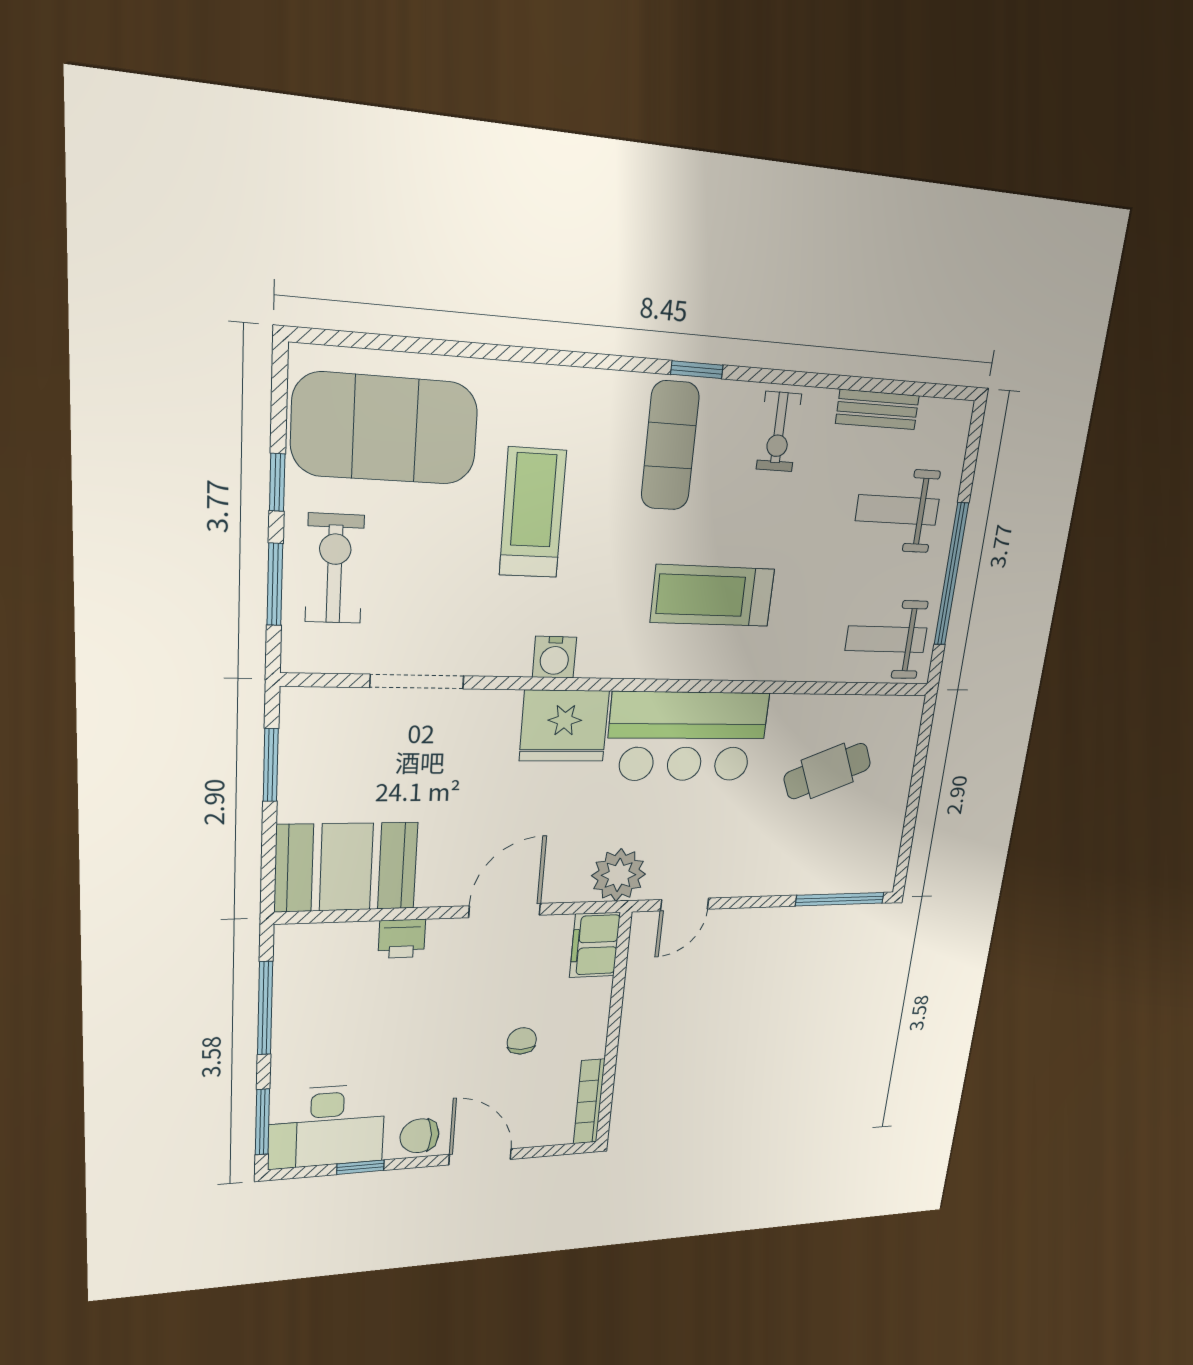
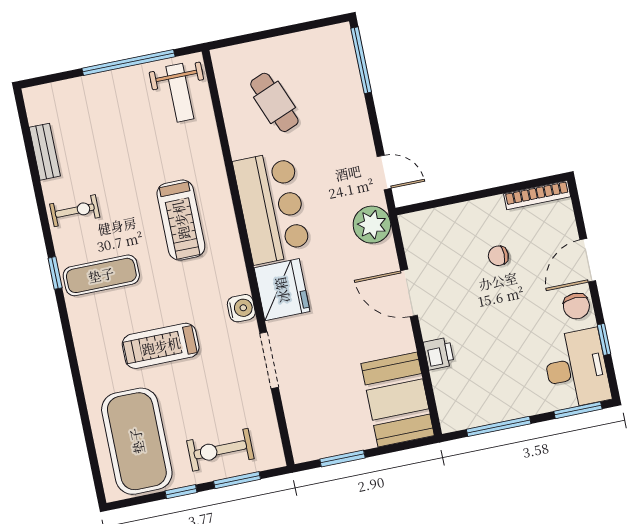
weight bench: (897, 510) -> (99, 116), removed
doorway: (417, 682) -> (269, 360), moved
filing cabinet: (595, 945) -> (423, 226), removed

